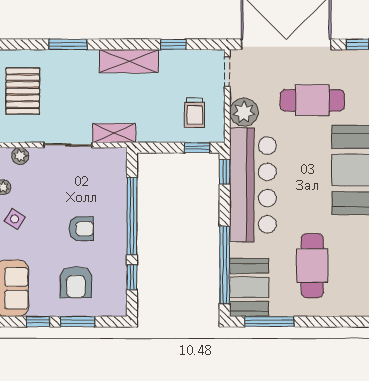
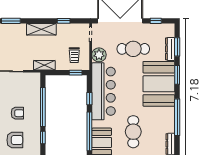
shelving: (114, 133) -> (44, 65), moved
window: (225, 172) -> (89, 99), moved
armchair: (76, 282) -> (15, 140), turned -90

